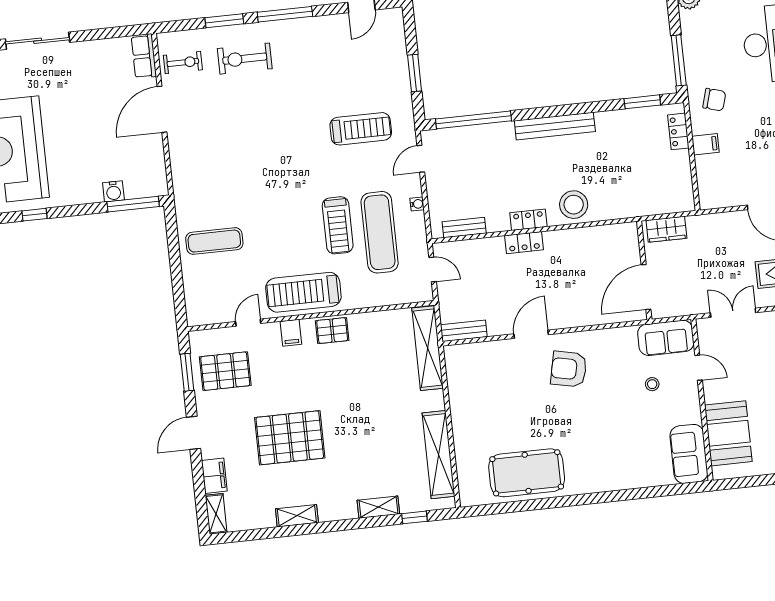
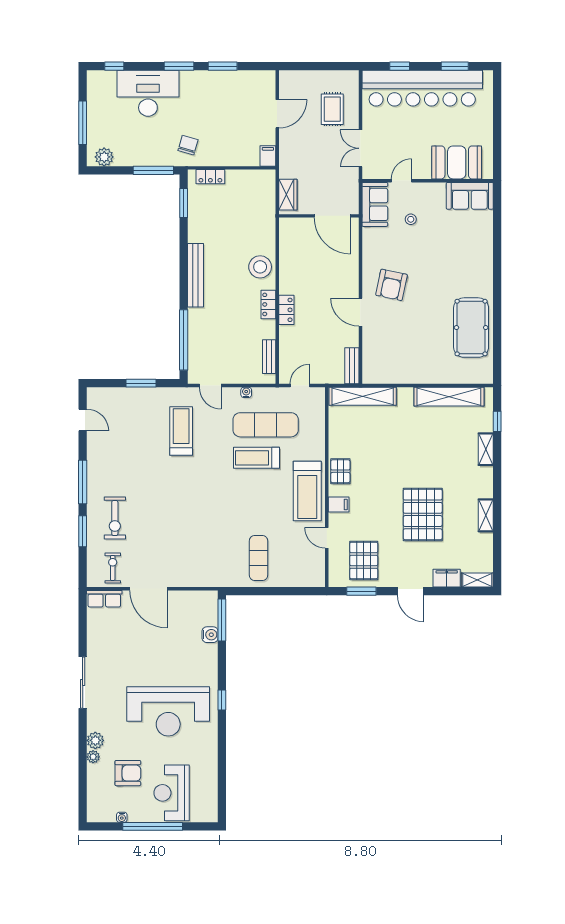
filing cabinet: (705, 144) -> (268, 156), moved
treadmill: (338, 225) -> (256, 458), turned 180

